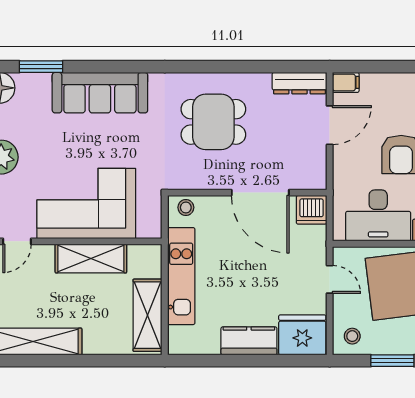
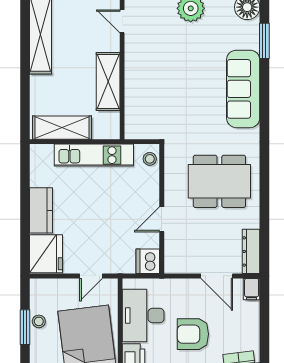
dining table: (213, 122) -> (219, 181), width x1.38
door: (260, 193) -> (162, 219), width x0.53
corner sofa: (86, 204) -> (153, 78), removed
stool: (352, 336) -> (39, 321), moved

